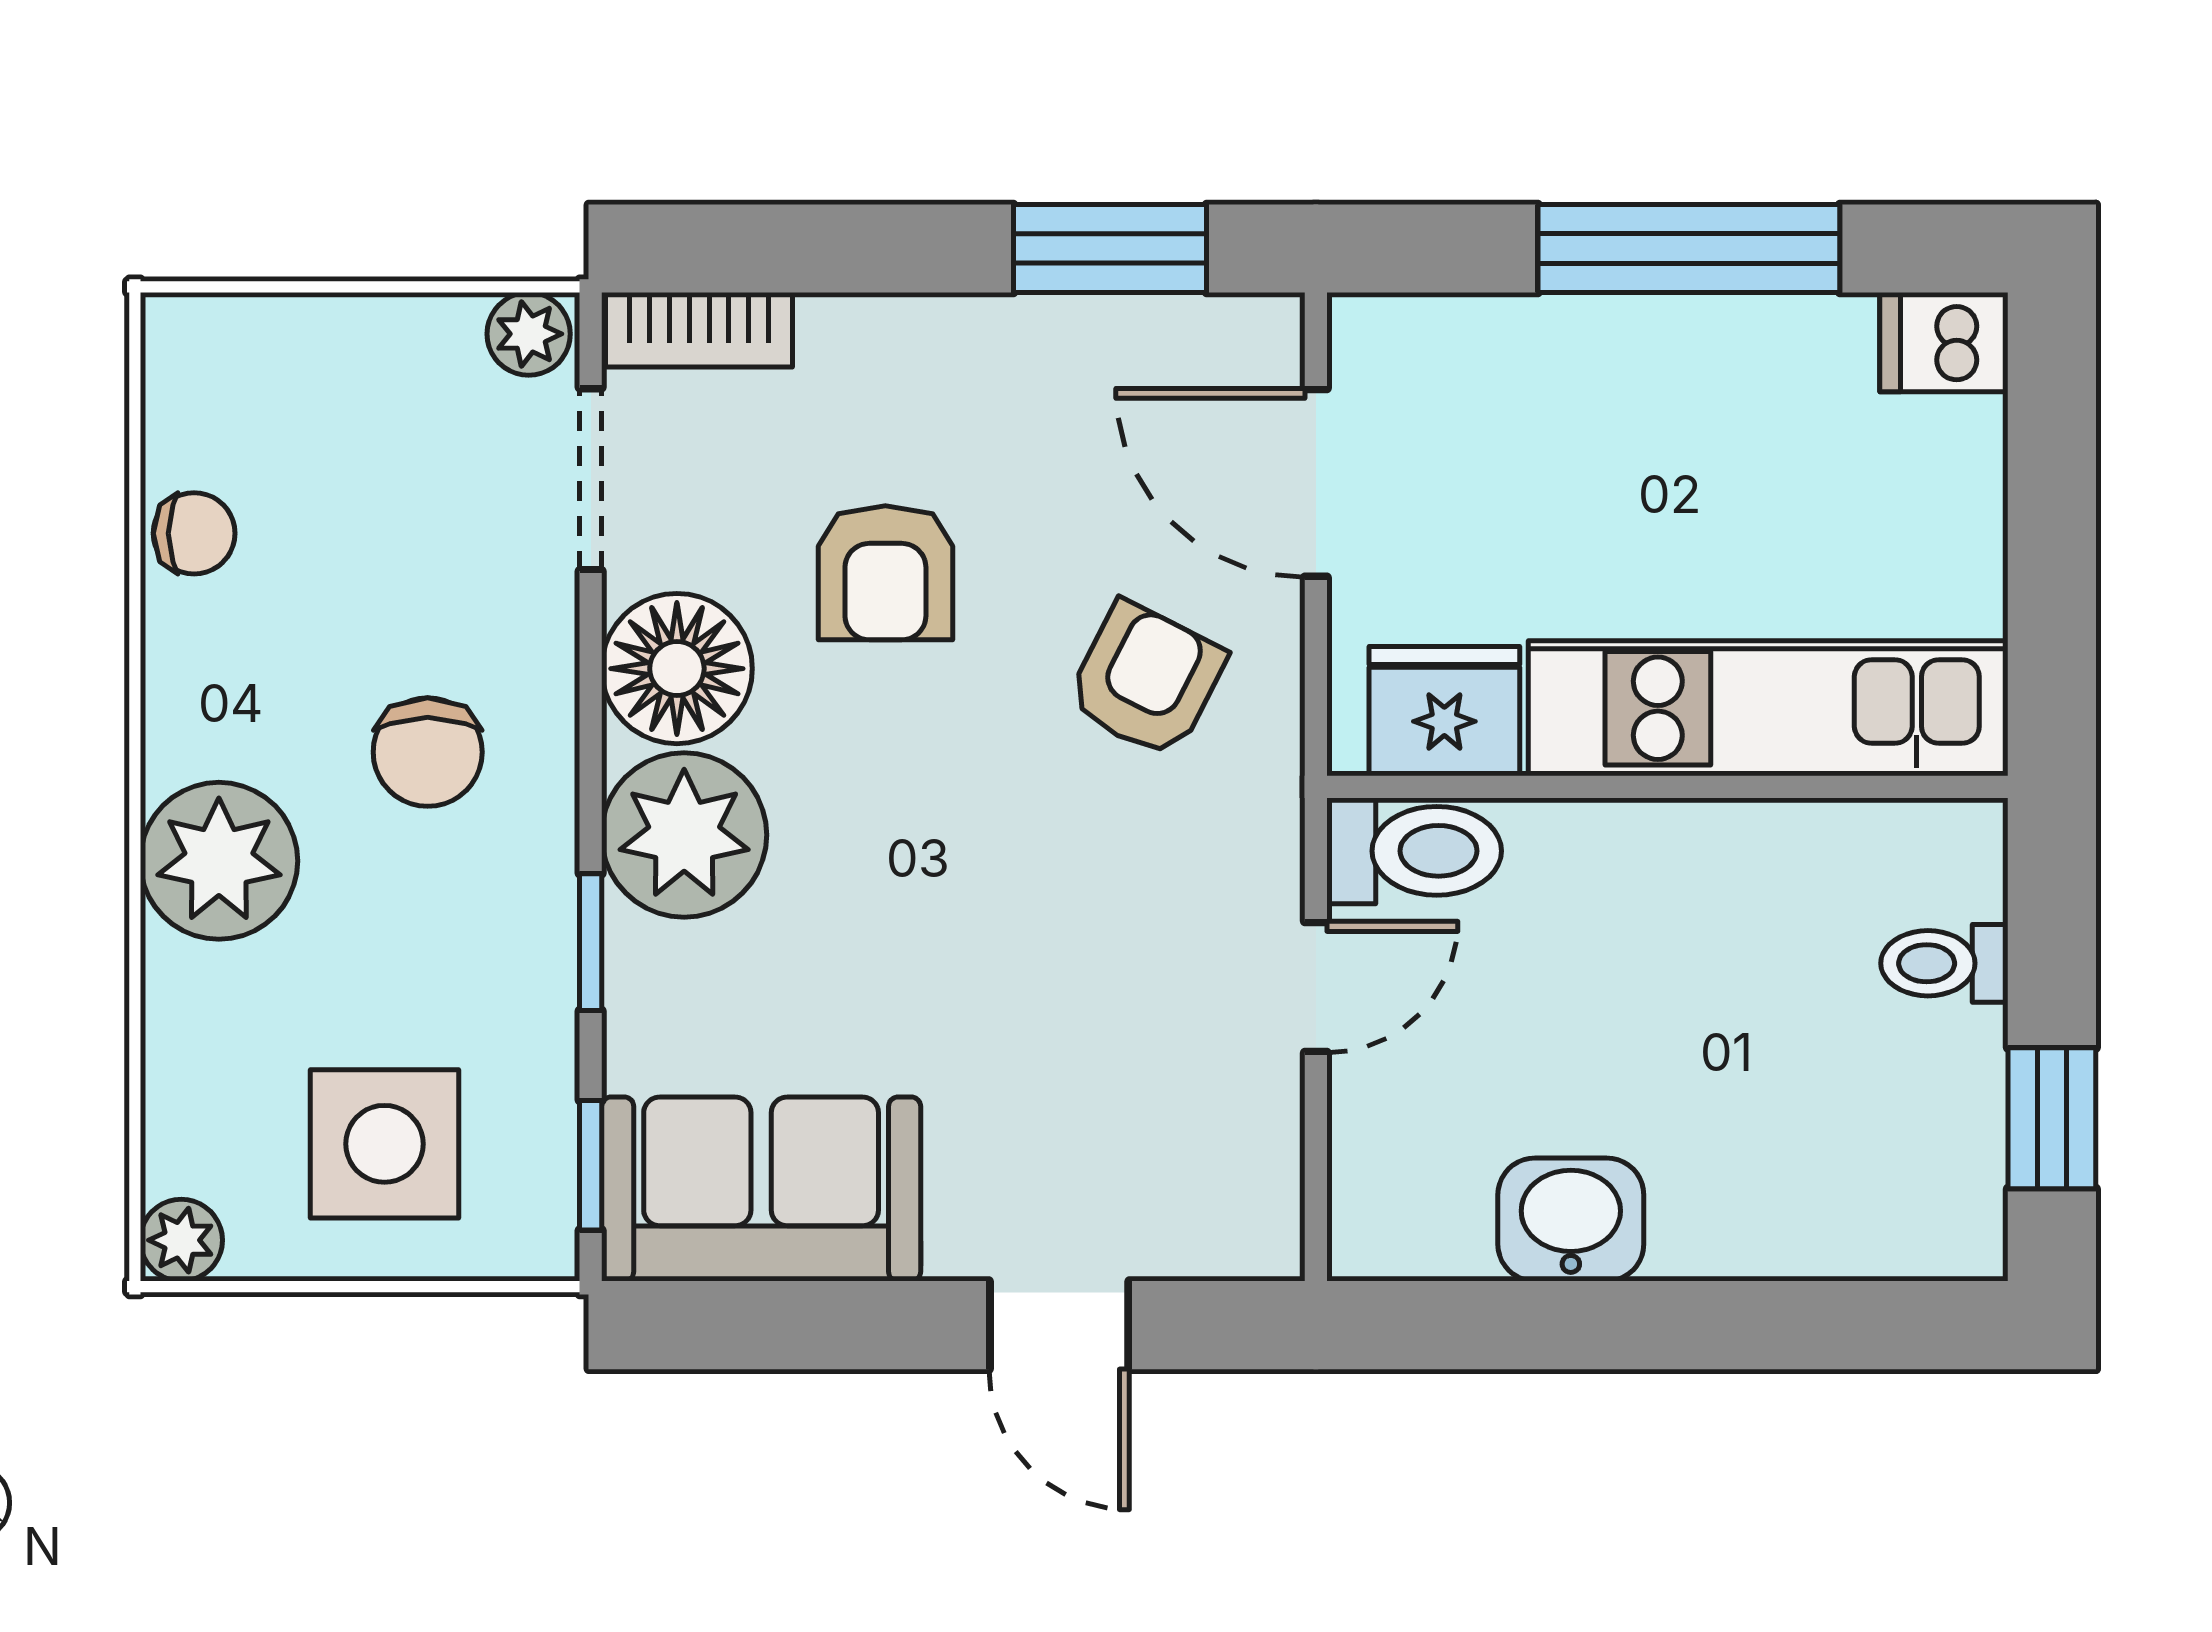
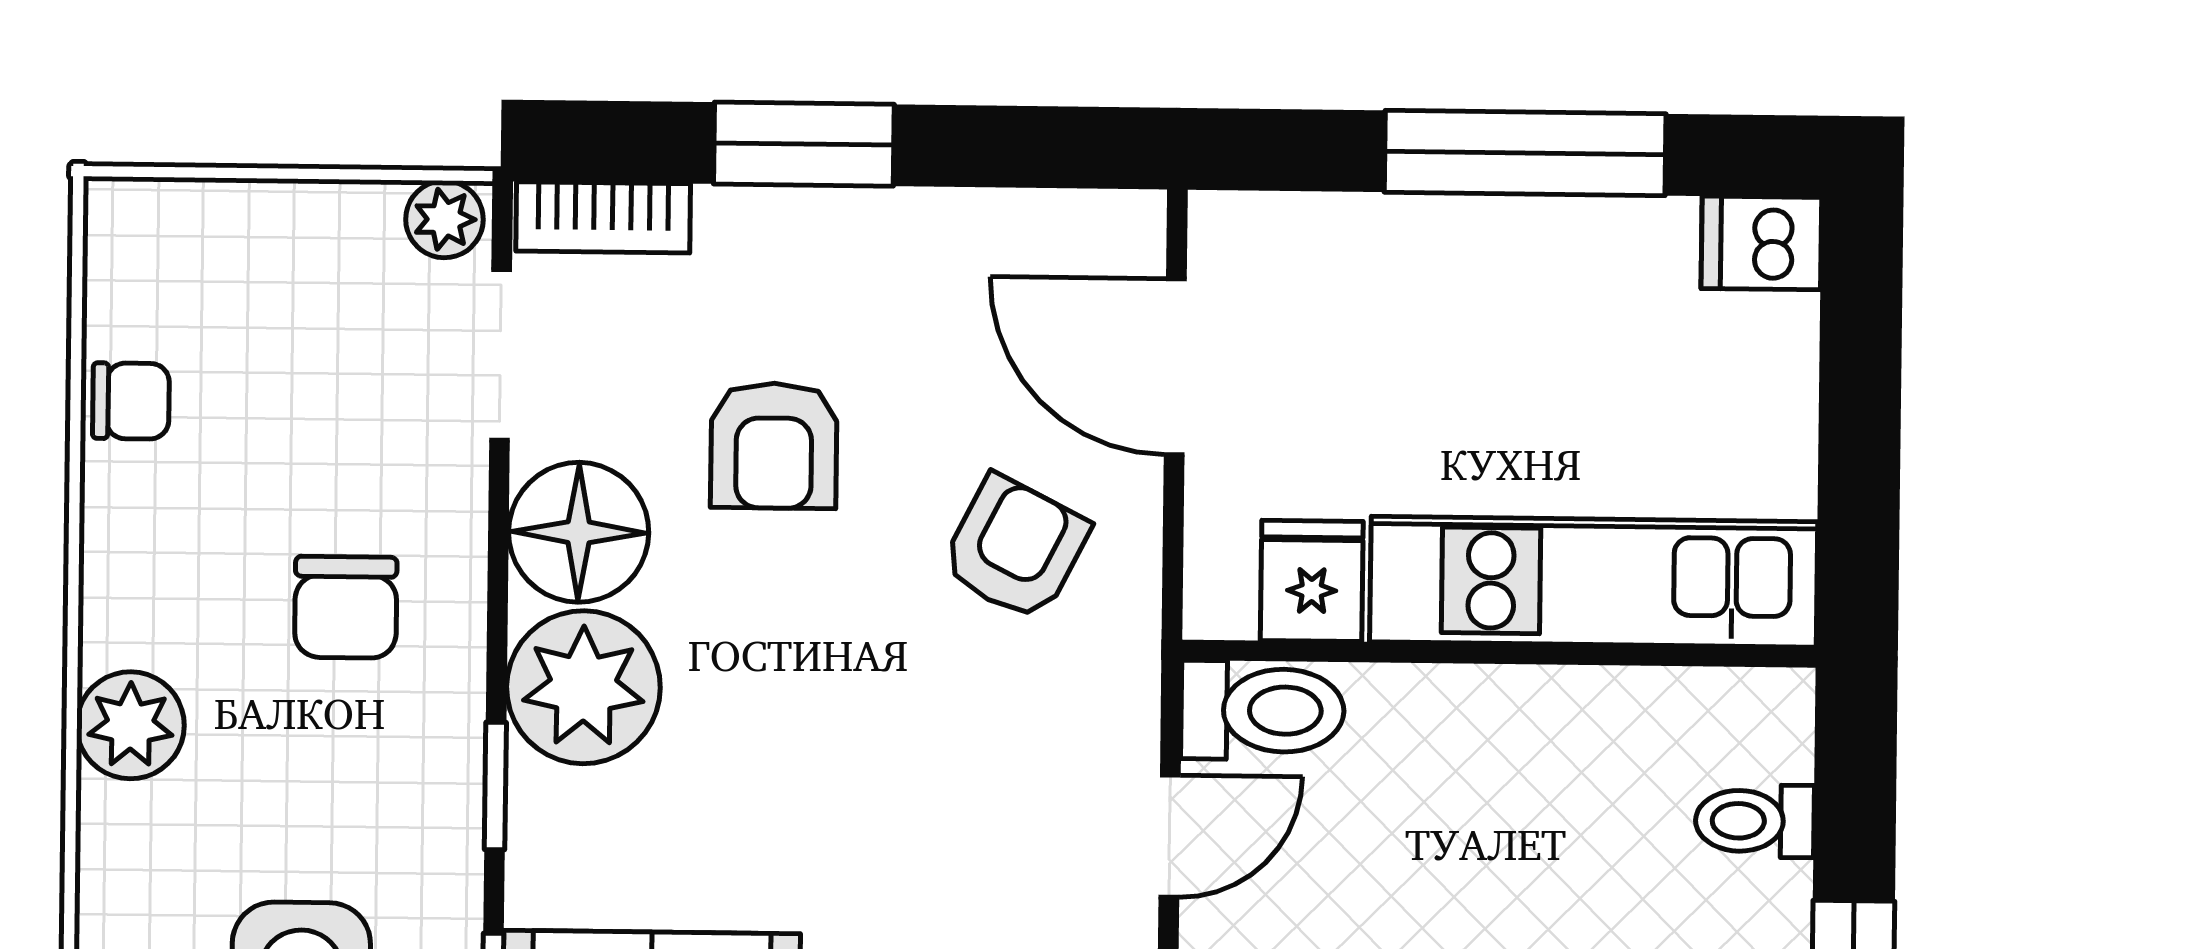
window: (1110, 249) -> (804, 144), moved
fridge: (1444, 711) -> (1312, 581), width x0.72
plant: (219, 861) -> (130, 725), width x0.73, depth x0.73

